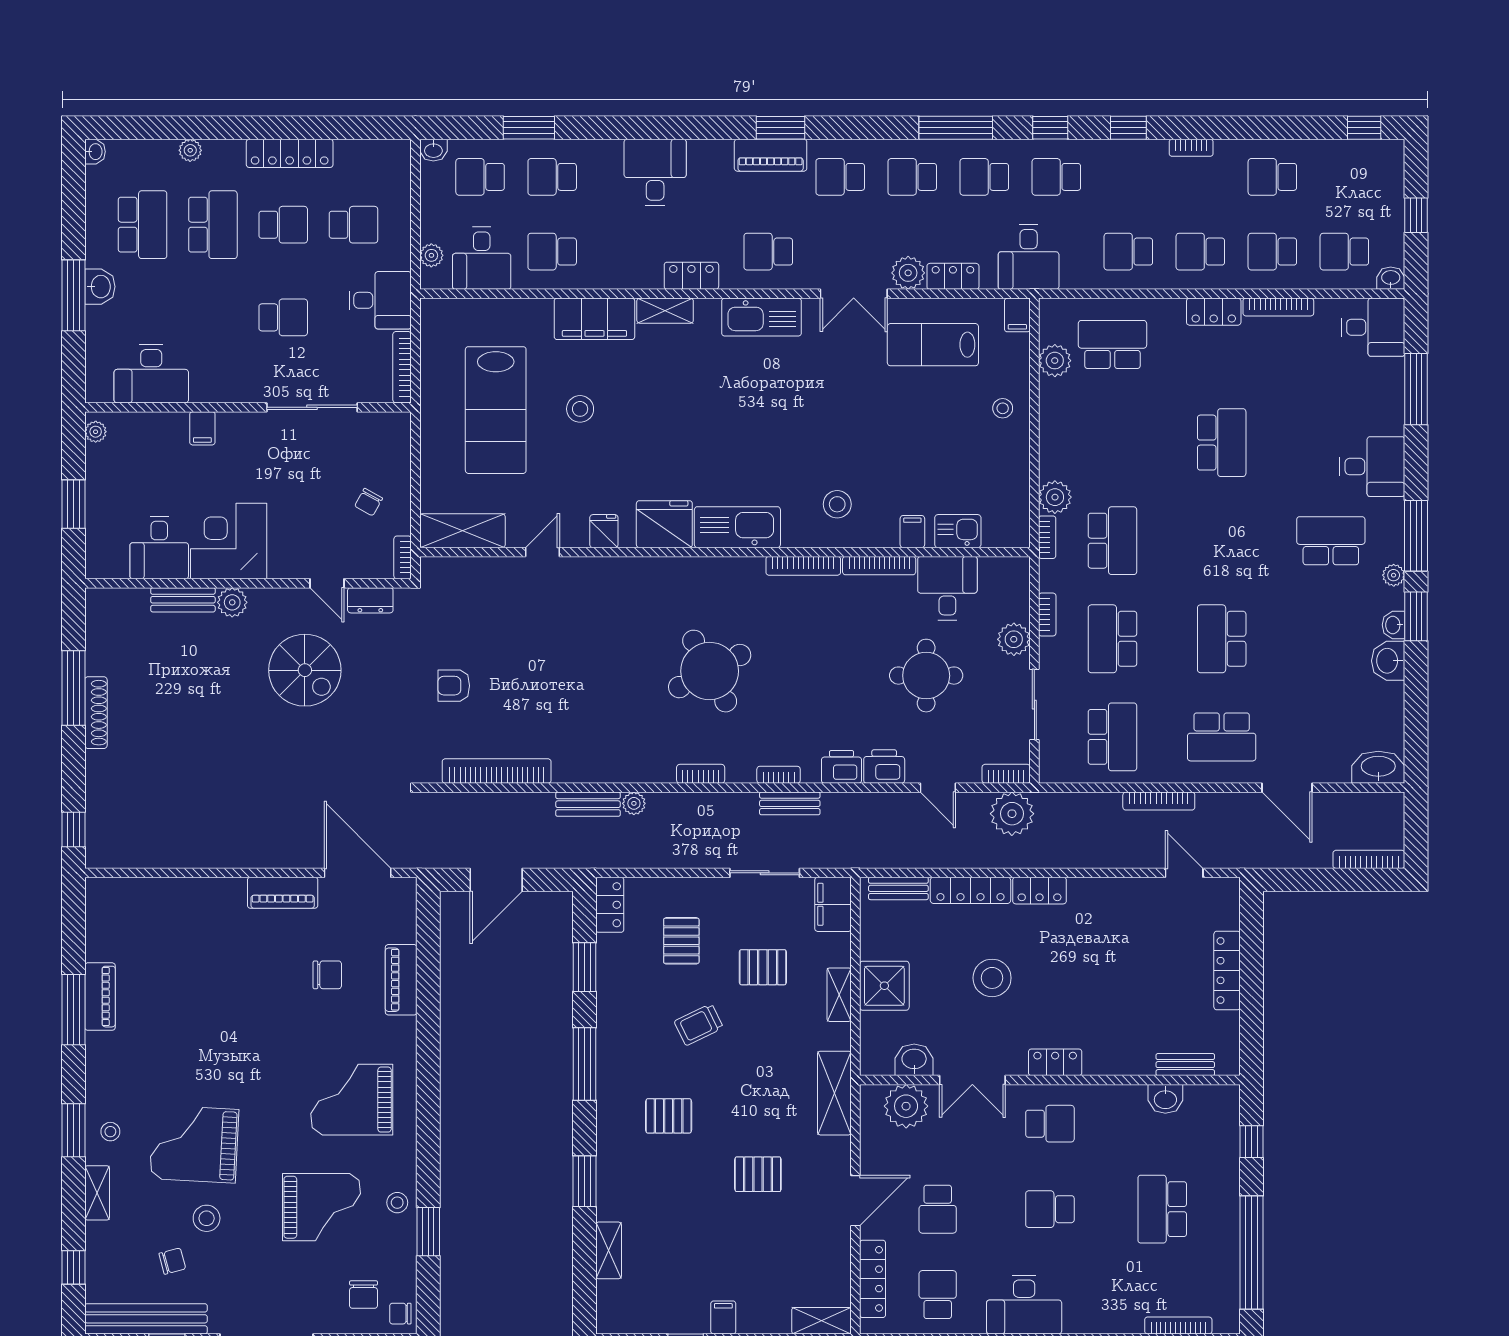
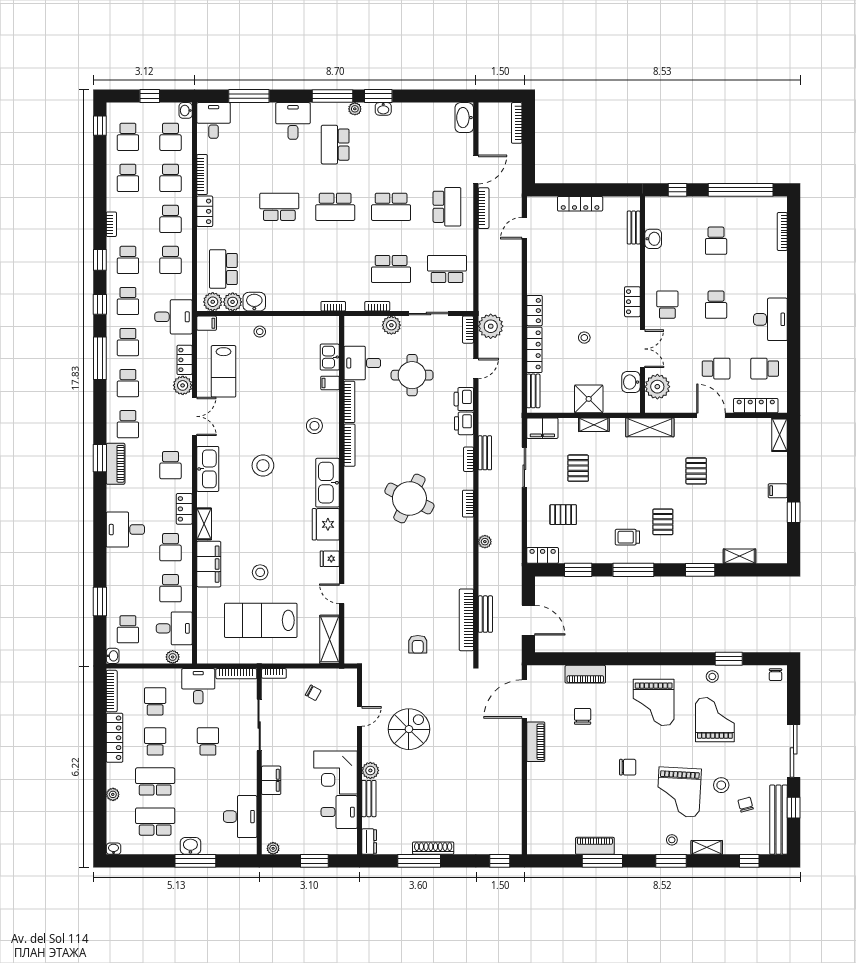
bookcase: (372, 148) -> (112, 691), added
school desk: (552, 177) -> (170, 547), moved
school desk: (1128, 177) -> (128, 260), added
school desk: (1344, 177) -> (128, 137), added
lab bench: (496, 410) -> (261, 620), turned 180
stool: (768, 414) -> (263, 466), added
filing cabinet: (202, 428) -> (271, 780), width x2.00
plant: (1055, 497) -> (213, 302), moved
school desk: (1112, 541) -> (335, 207), moved, turned 180
bookcase: (403, 557) -> (274, 673), moved
dresser: (370, 600) -> (369, 842), moved
washbasin: (1388, 661) -> (254, 302), moved, turned 180
round table: (710, 671) -> (409, 499), turned -36
bookcase: (1159, 801) -> (484, 208), moved
bench: (588, 804) -> (485, 614), moved
stool: (992, 978) -> (584, 338), width x0.53, depth x0.53
trolley: (699, 1025) -> (627, 537), moved, turned 116
school desk: (1162, 1209) -> (716, 241), width x0.54
chair: (363, 1295) -> (628, 767), moved

